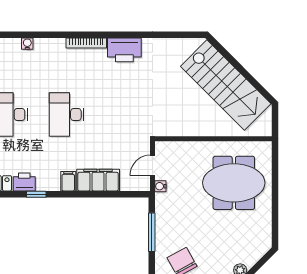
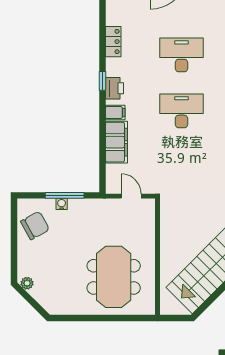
printer: (24, 182) -> (114, 88), moved
water cooler: (160, 186) -> (62, 204), moved

